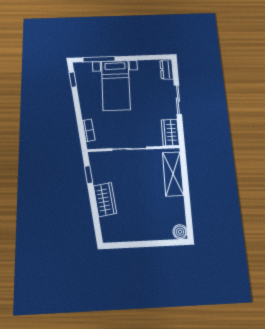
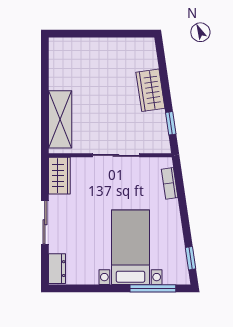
boiler: (180, 232) -> (57, 46), removed

